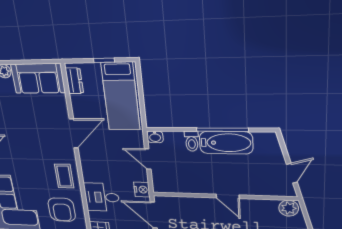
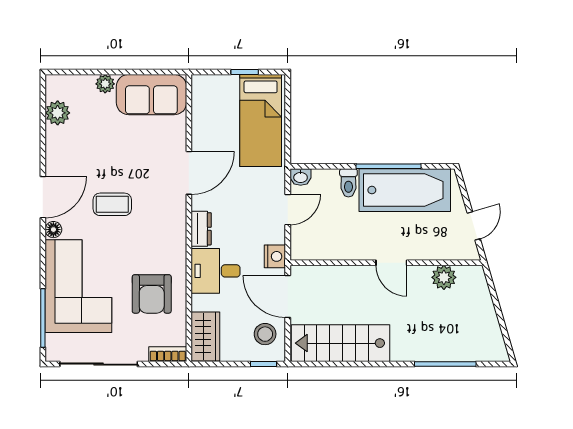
dresser: (74, 81) -> (201, 229), moved
bathtub: (226, 143) -> (405, 190), width x1.36, depth x1.36
door: (148, 159) -> (288, 210), swing flipped
coffee table: (64, 176) -> (112, 204), moved, turned 90
plant: (289, 208) -> (444, 277), moved

